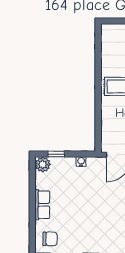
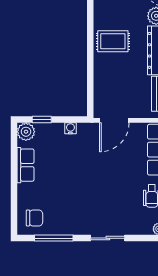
row of seats: (42, 205) -> (25, 165), moved

